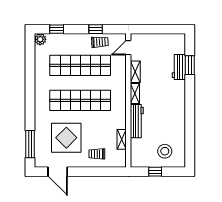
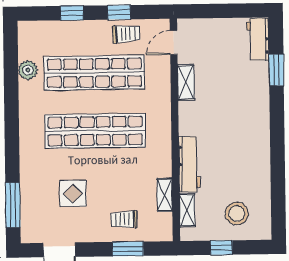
window: (57, 29) -> (72, 13), moved
plant: (40, 39) -> (28, 70), moved
workbench: (179, 67) -> (258, 39), moved
shelving: (135, 93) -> (187, 210), moved
display table: (66, 138) -> (73, 193), width x0.54, depth x0.54
window: (99, 172) -> (128, 249), added

